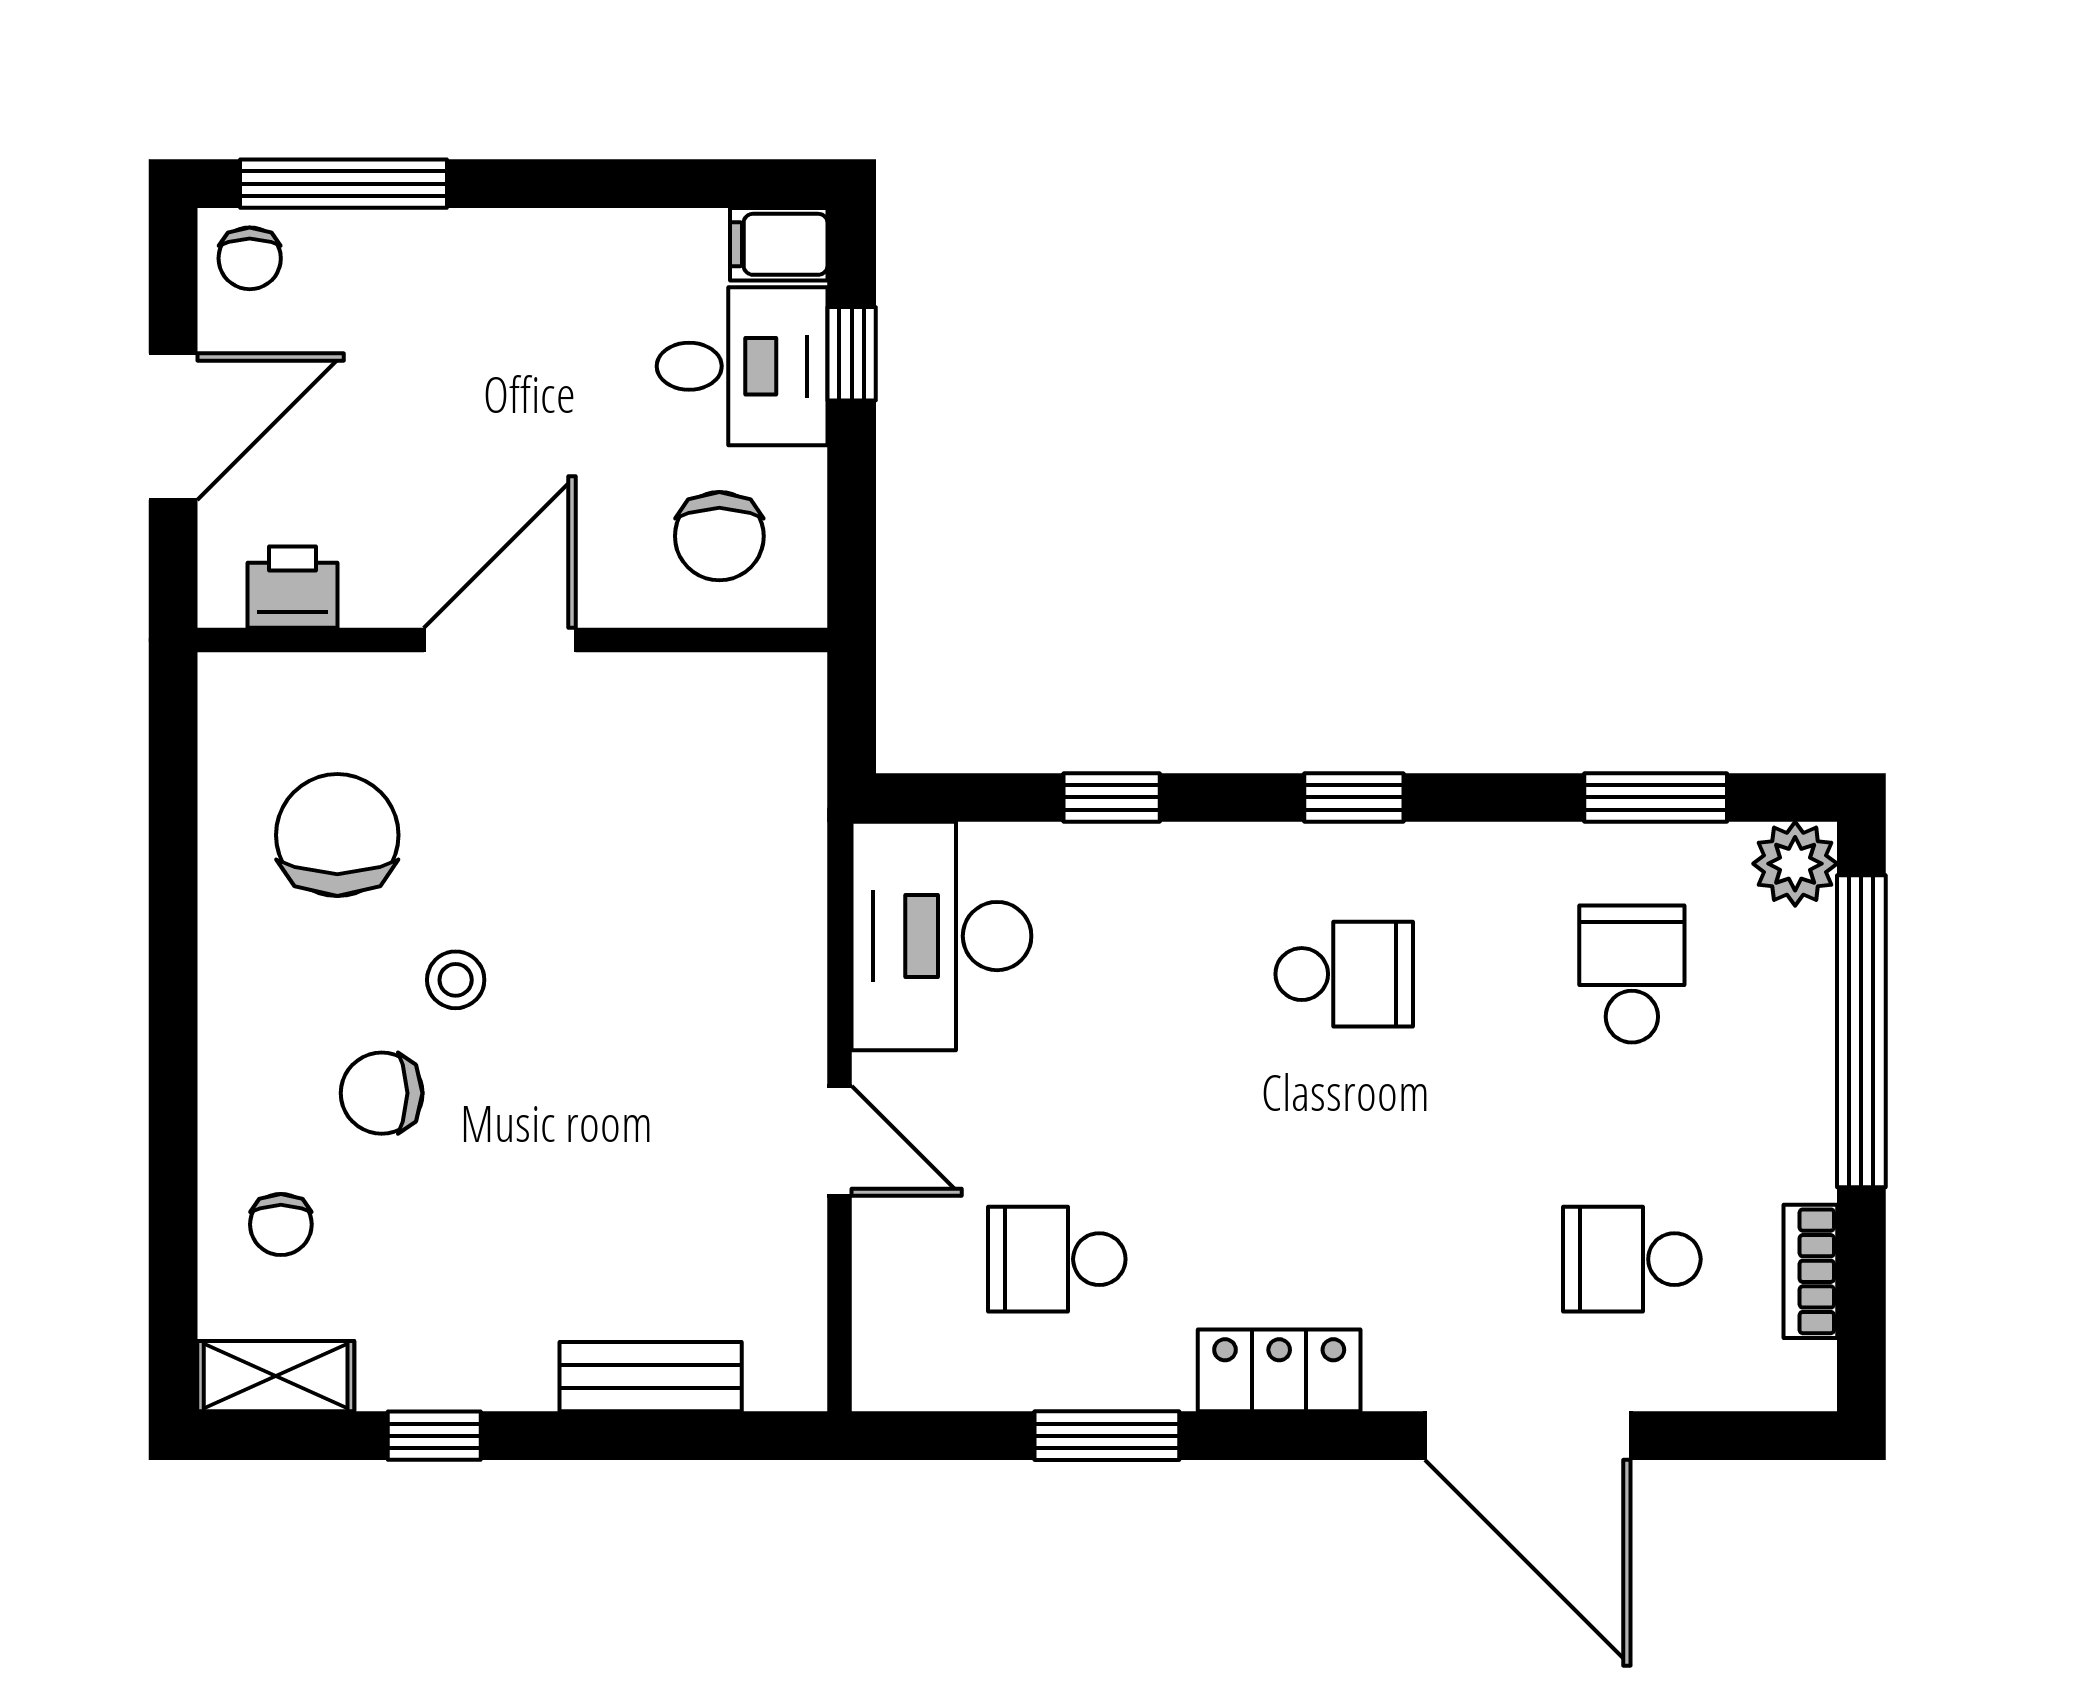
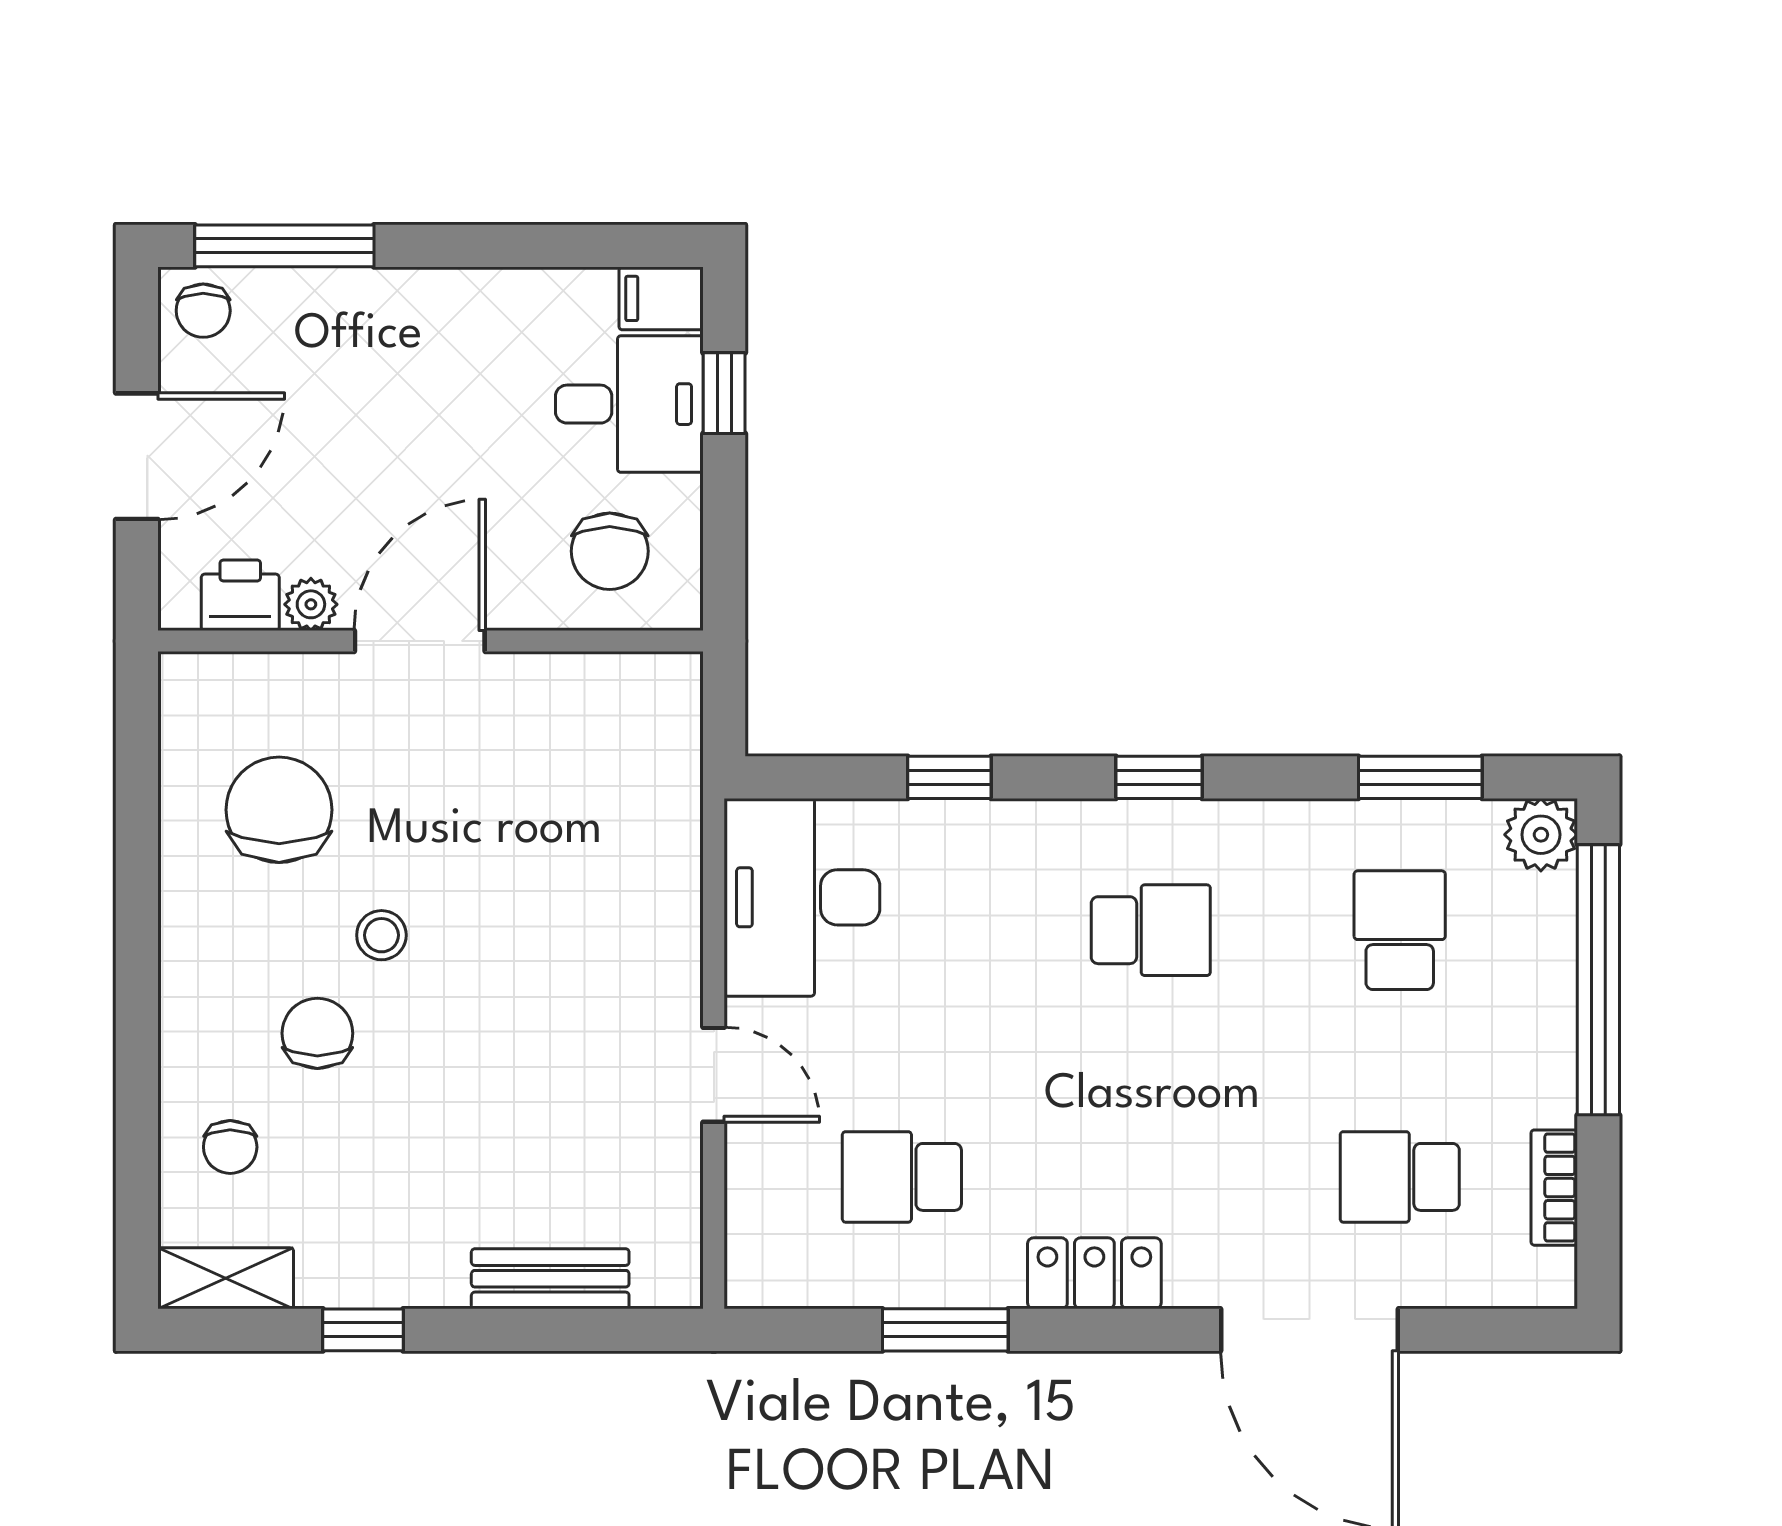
plant: (374, 598) -> (311, 604), added
chair: (382, 1093) -> (317, 1033), turned 90

